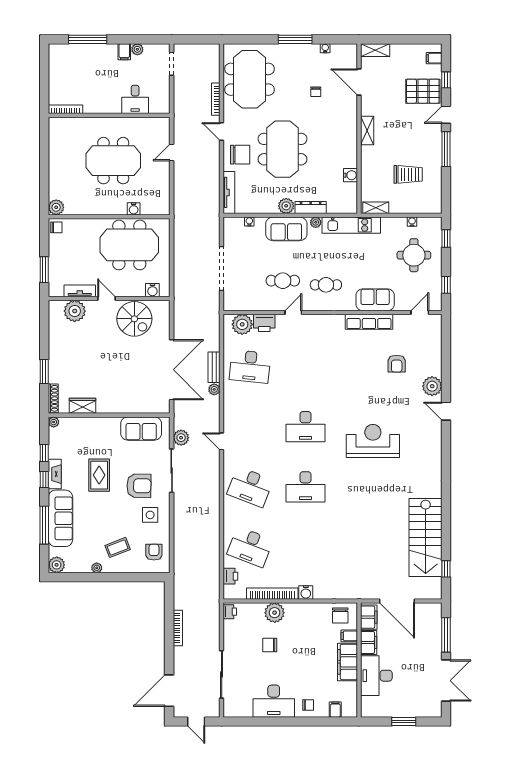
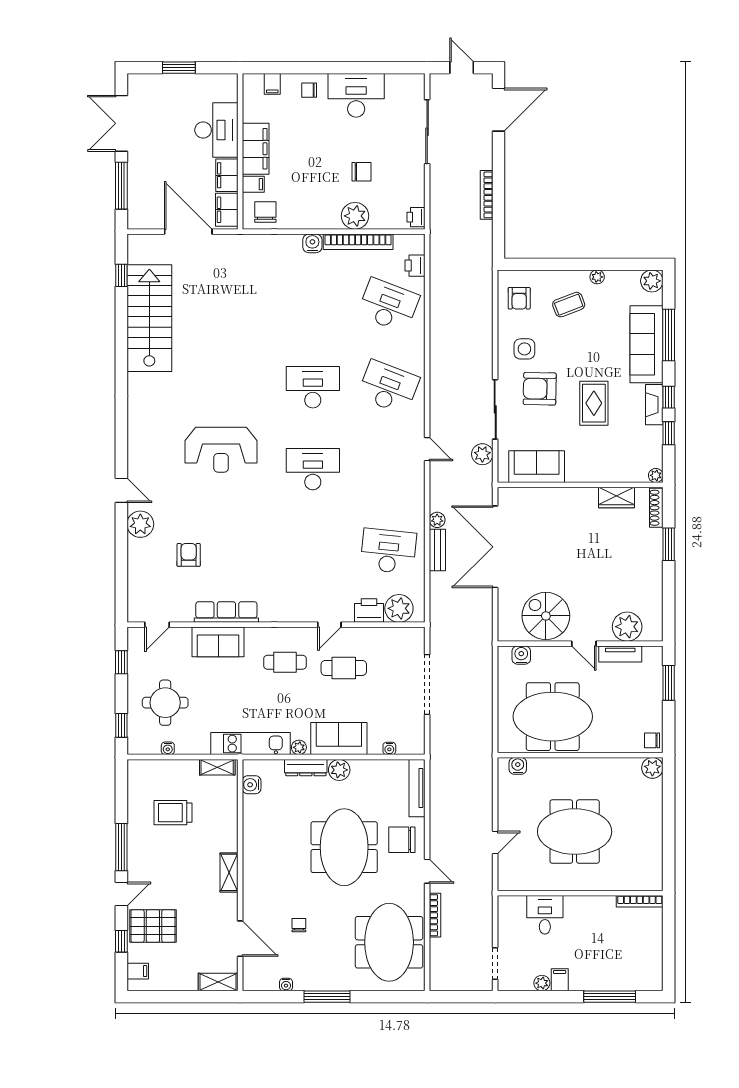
water cooler: (350, 175) -> (252, 785), moved
water cooler: (134, 209) -> (518, 766), moved

